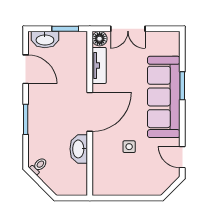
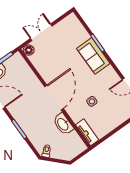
double door: (128, 29) -> (41, 32), swing flipped
tv unit: (99, 65) -> (87, 132), moved
sofa: (164, 97) -> (93, 56), width x0.54, depth x0.79

